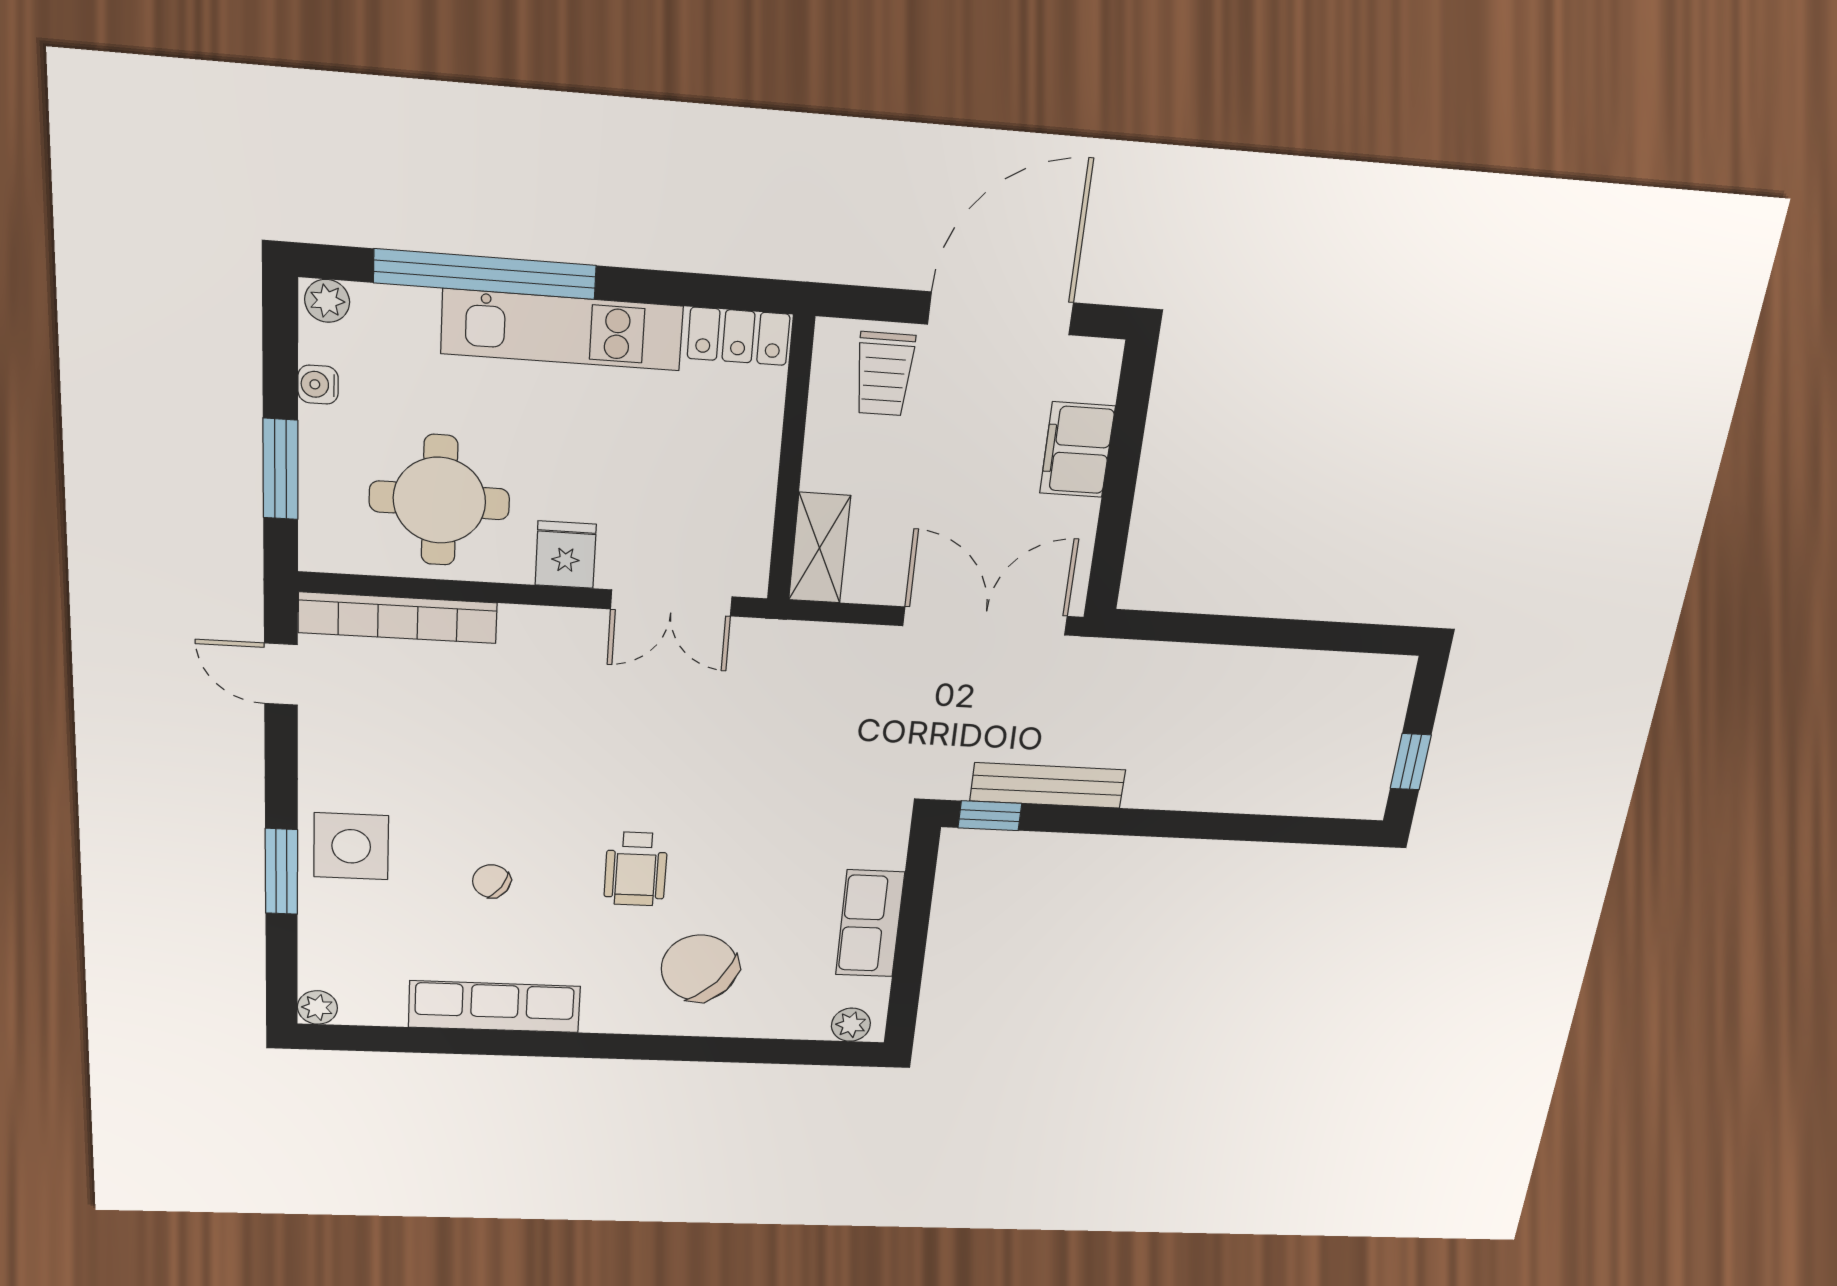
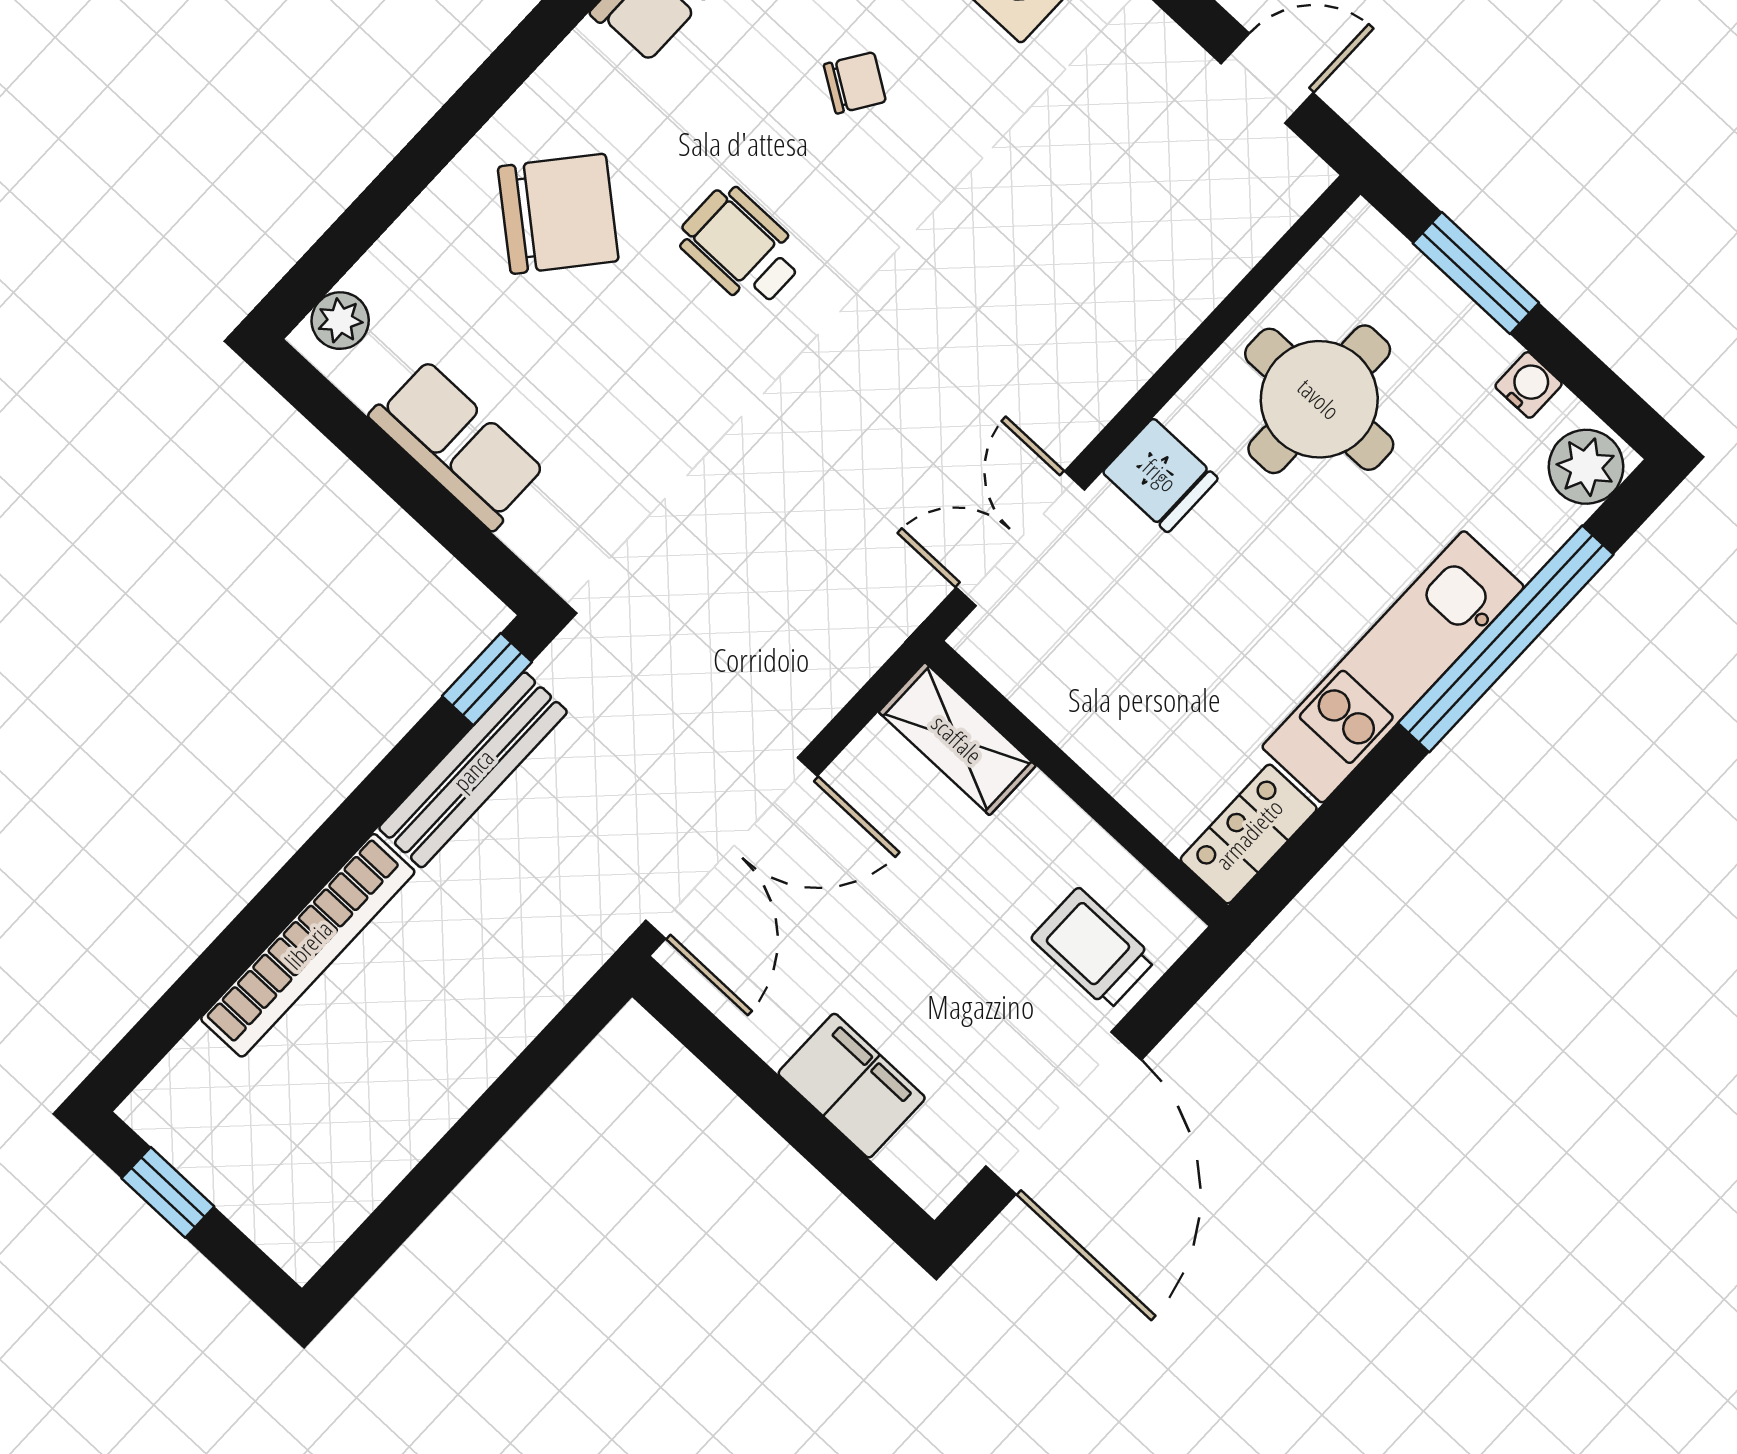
plant: (327, 301) -> (1586, 467), width x1.38, depth x1.38
bookcase: (398, 618) -> (308, 945), moved, turned 180

